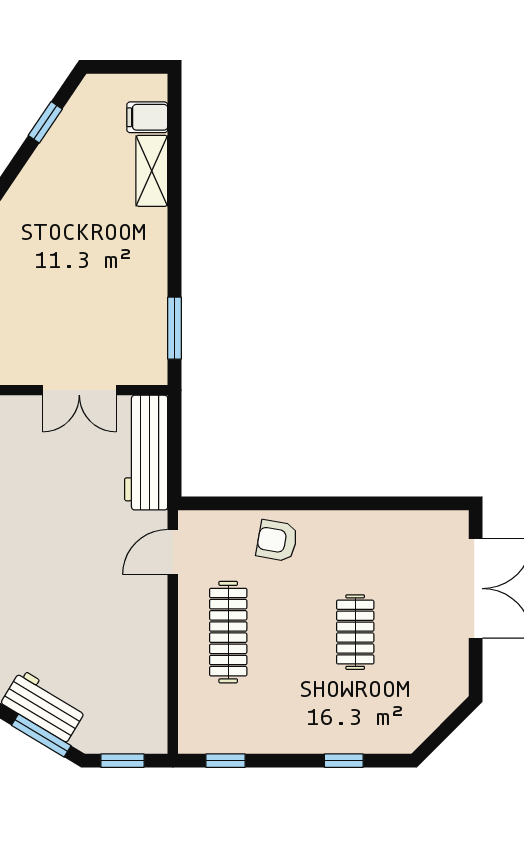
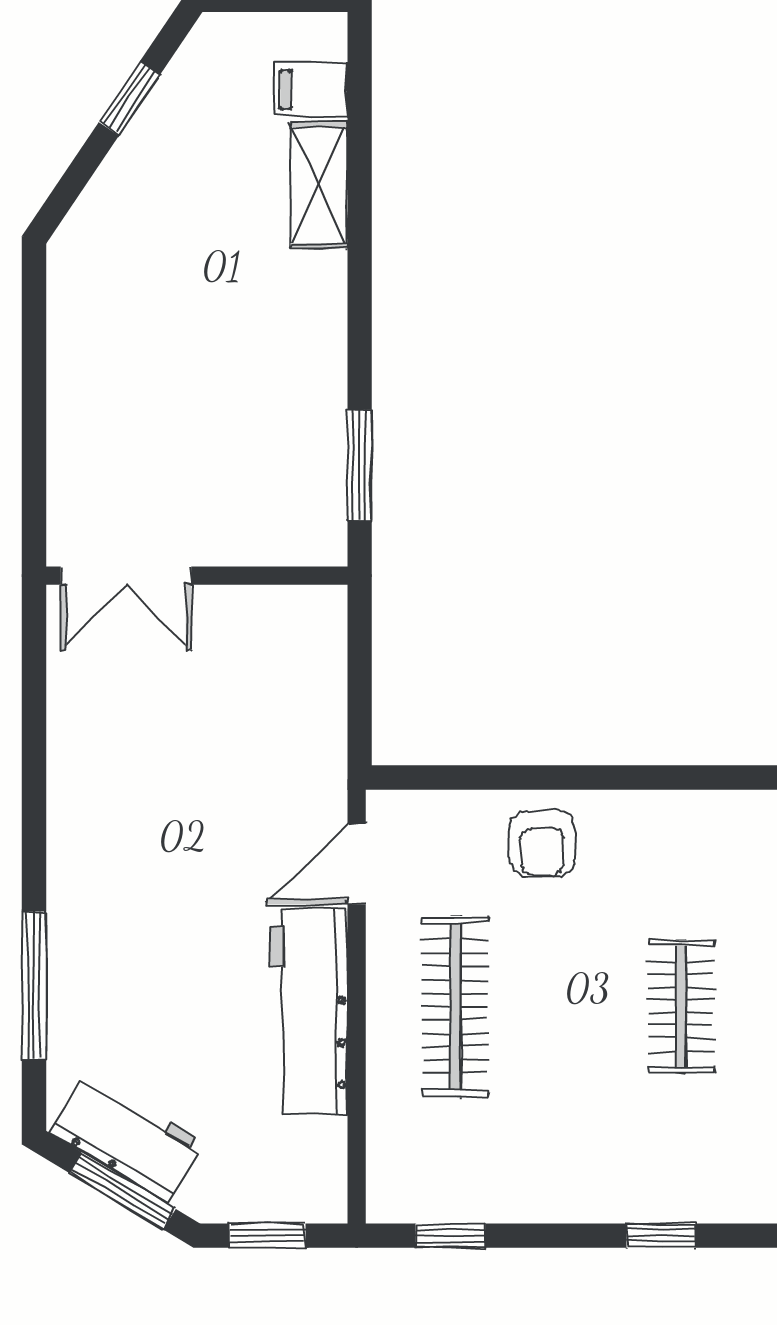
double door: (79, 390) -> (126, 576), moved
workbench: (146, 453) -> (309, 1012), moved
armchair: (277, 541) -> (542, 844), turned -100

